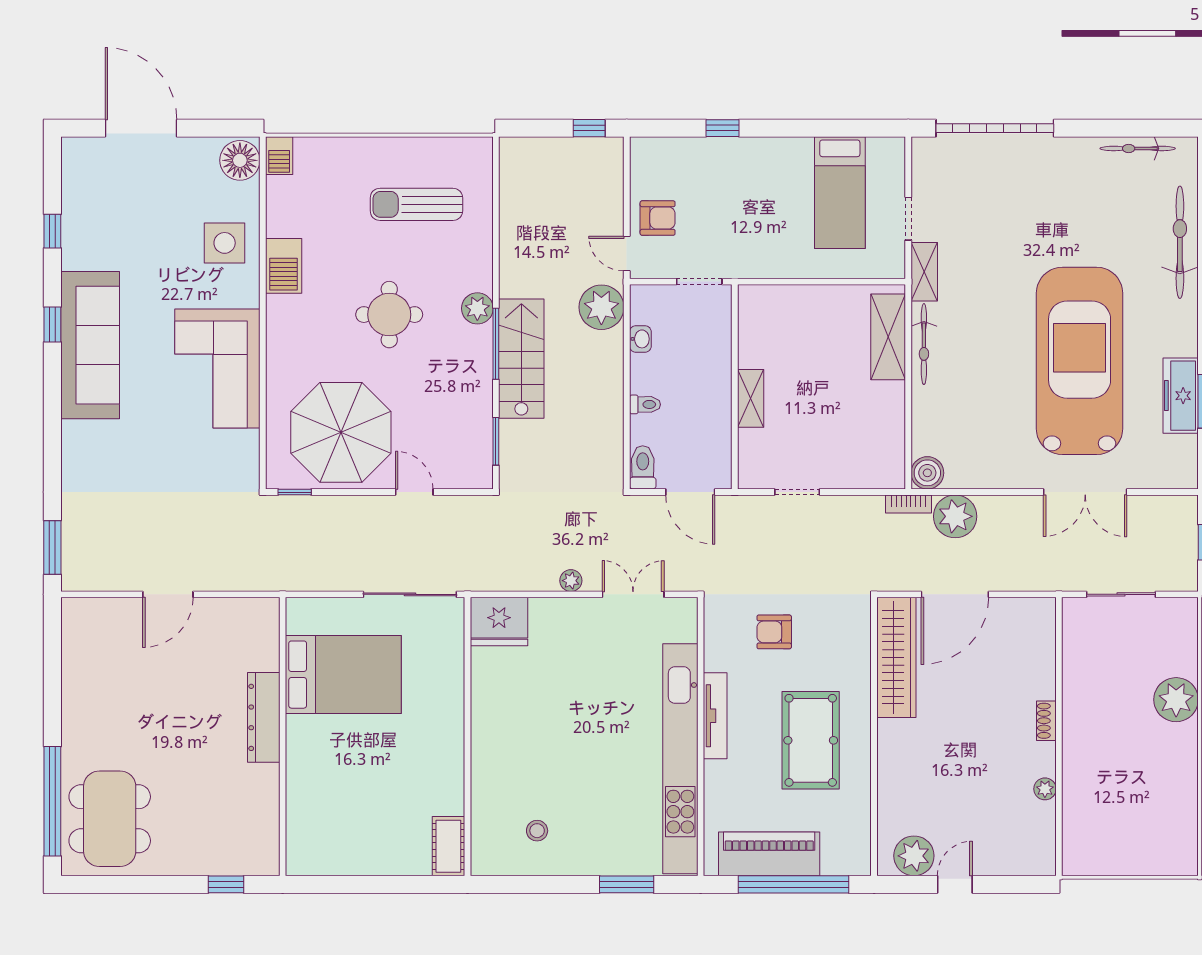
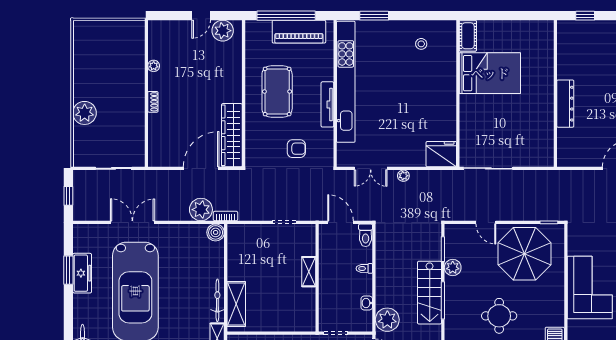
plant: (477, 308) -> (453, 268), moved
bed: (343, 675) -> (490, 73), moved, turned 180

